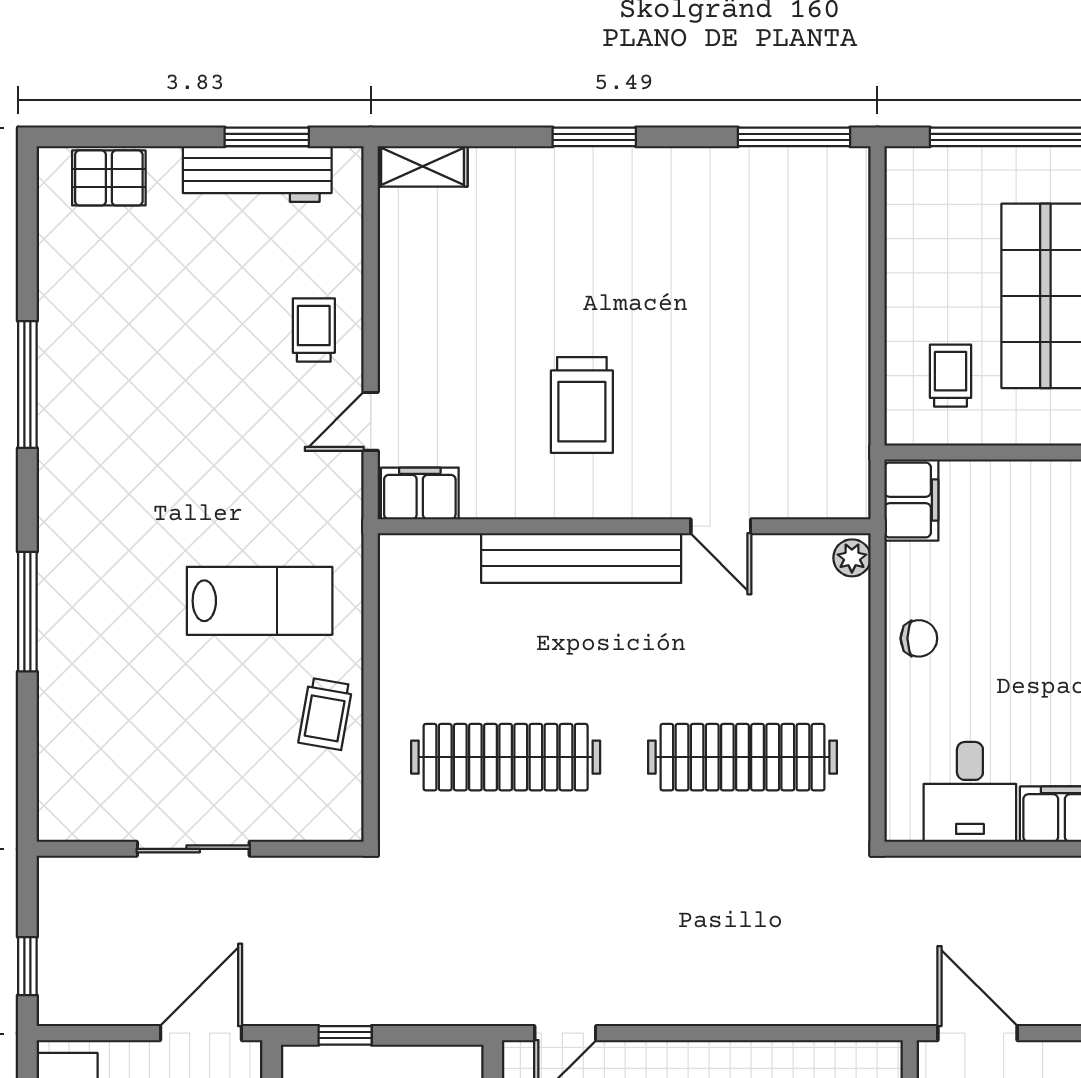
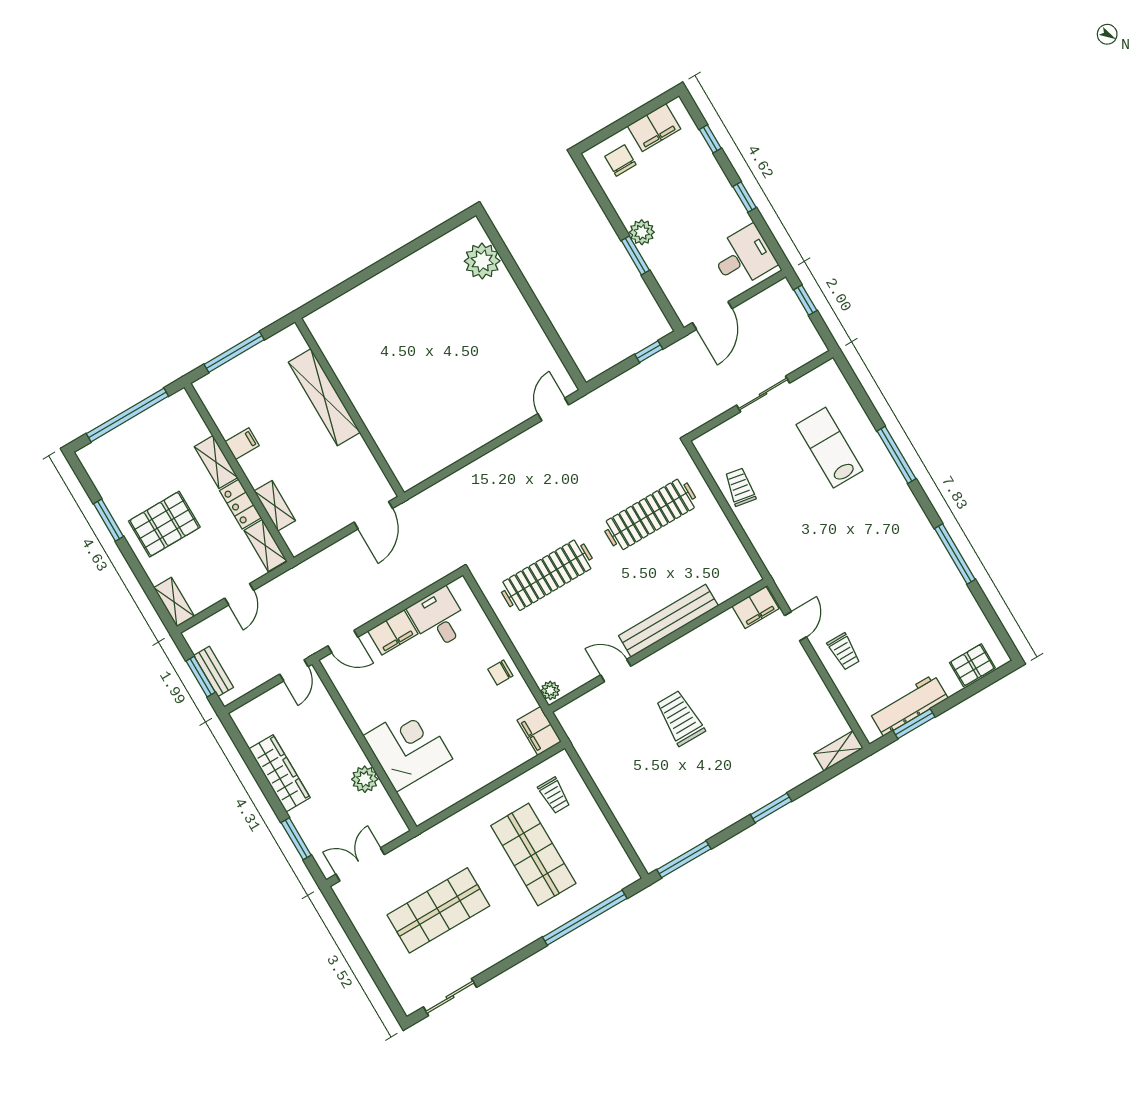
trolley: (582, 405) -> (680, 718), moved
lab bench: (260, 601) -> (830, 448), moved, turned 90
door: (977, 1033) -> (373, 515), hinge flipped

